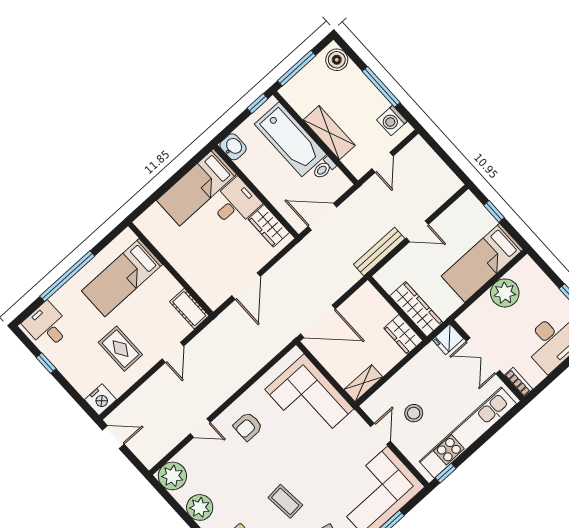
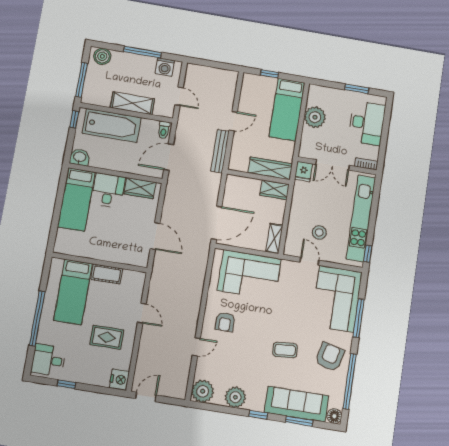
toilet: (324, 168) -> (164, 130), moved
cot: (189, 309) -> (107, 274), moved

